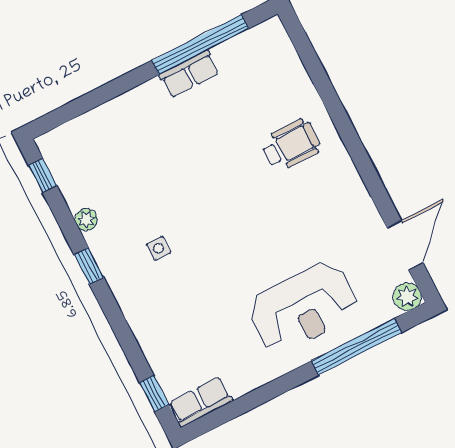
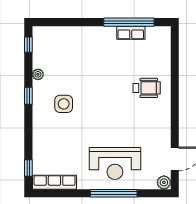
row of seats: (189, 74) -> (131, 33), moved
side table: (159, 248) -> (64, 104), width x1.87, depth x1.87
window: (357, 347) -> (114, 193), moved
row of seats: (201, 402) -> (54, 182), width x1.48

